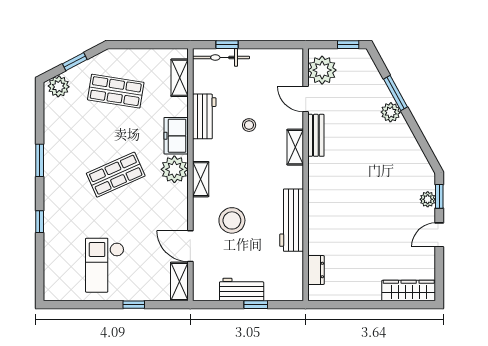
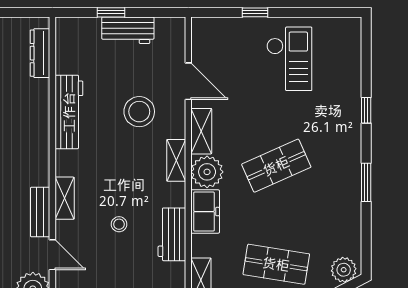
dresser: (316, 270) -> (40, 53), width x1.44
shelving: (179, 281) -> (201, 131), moved

